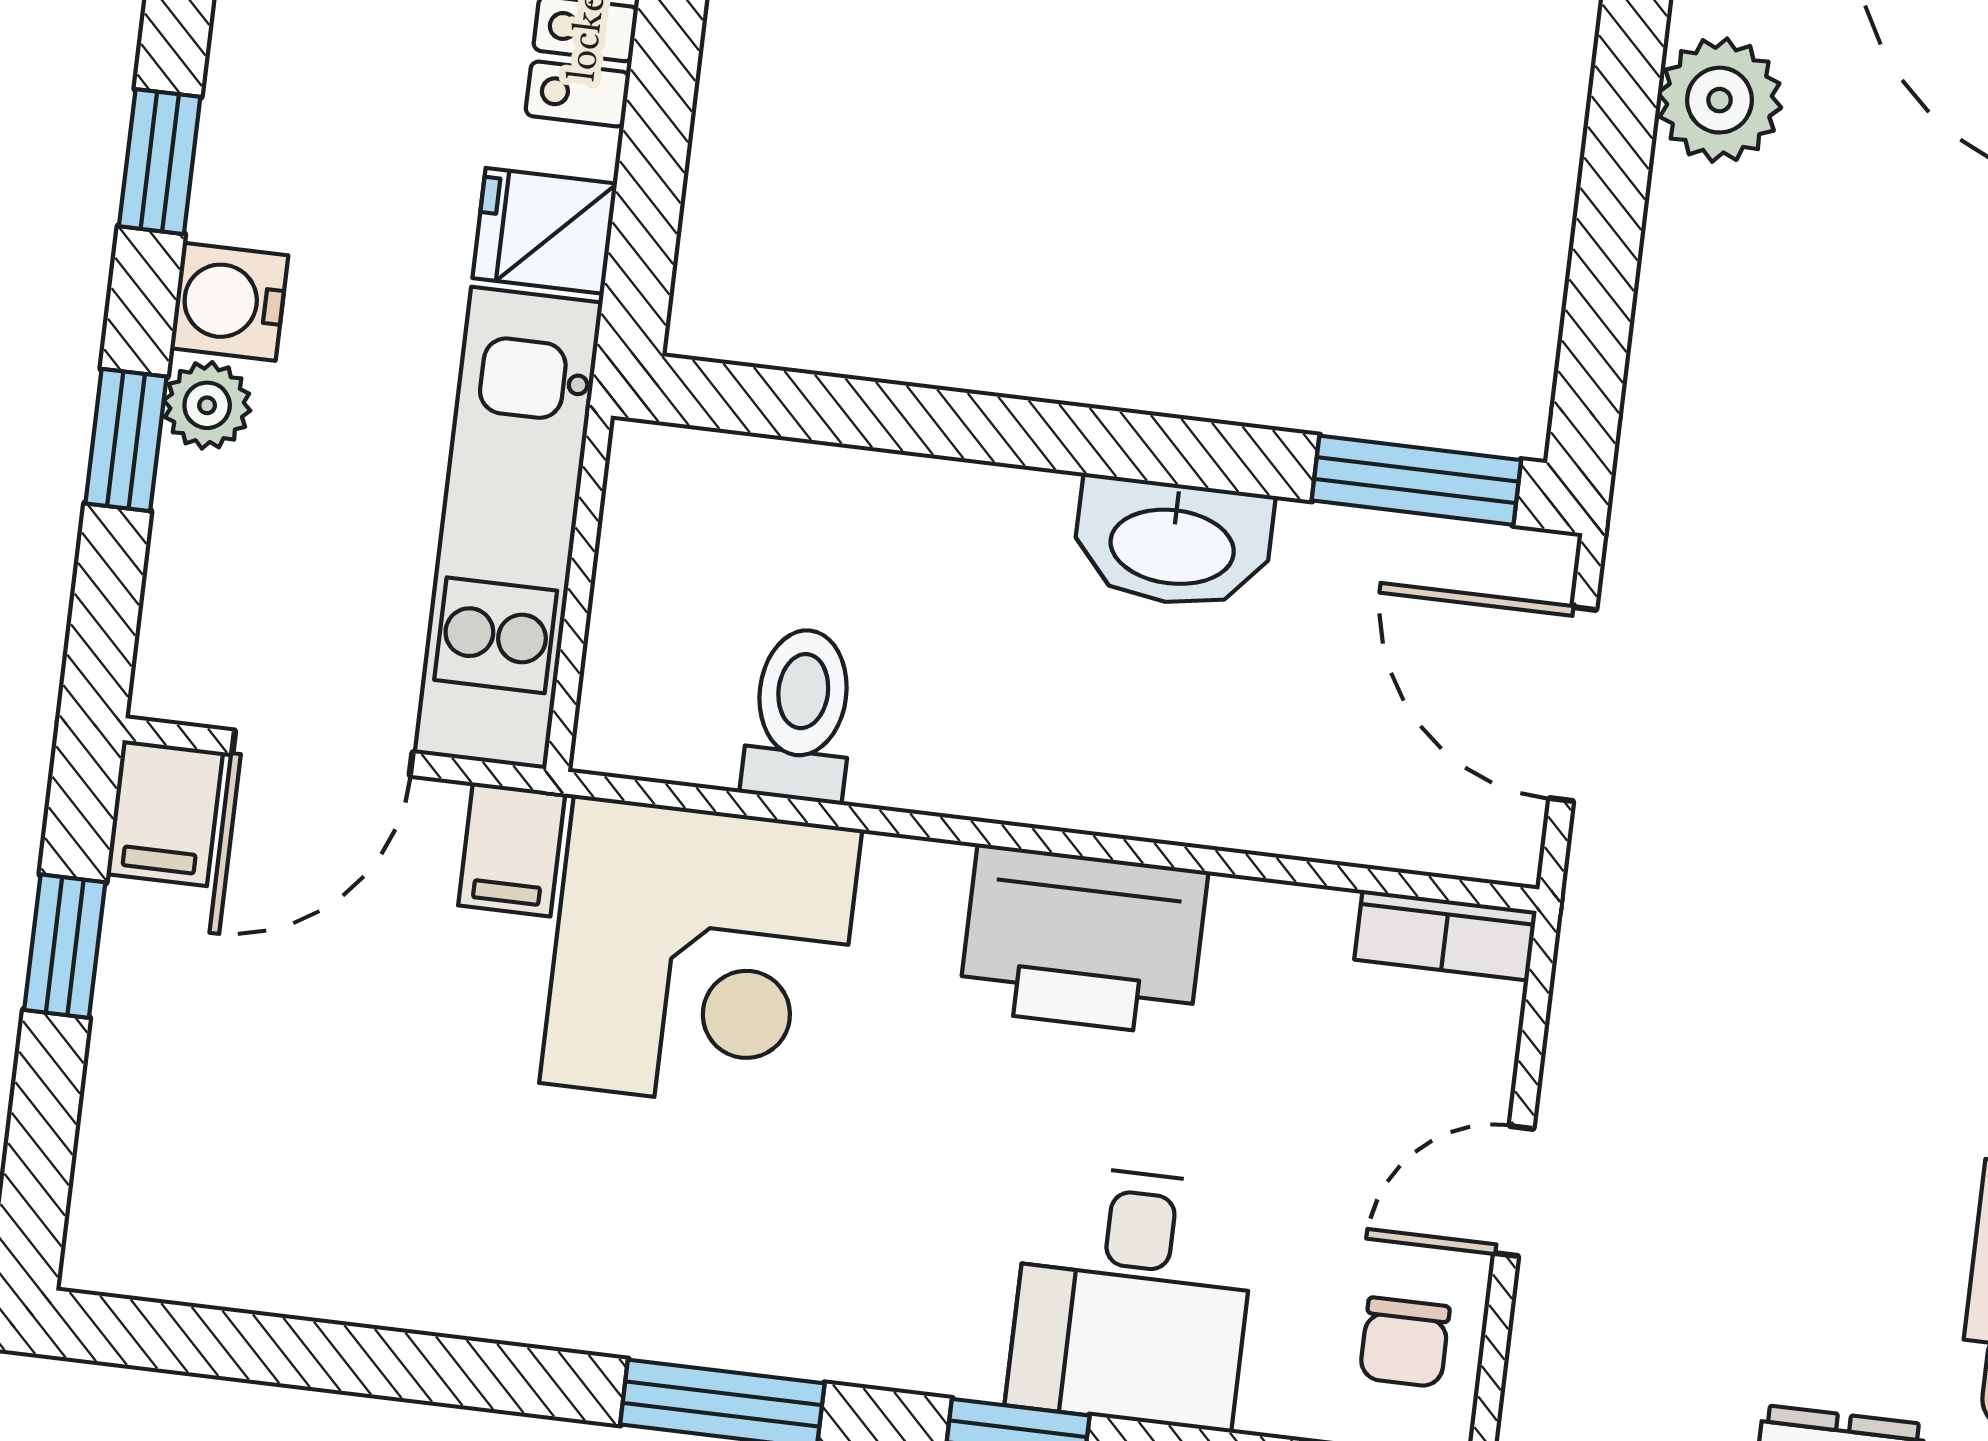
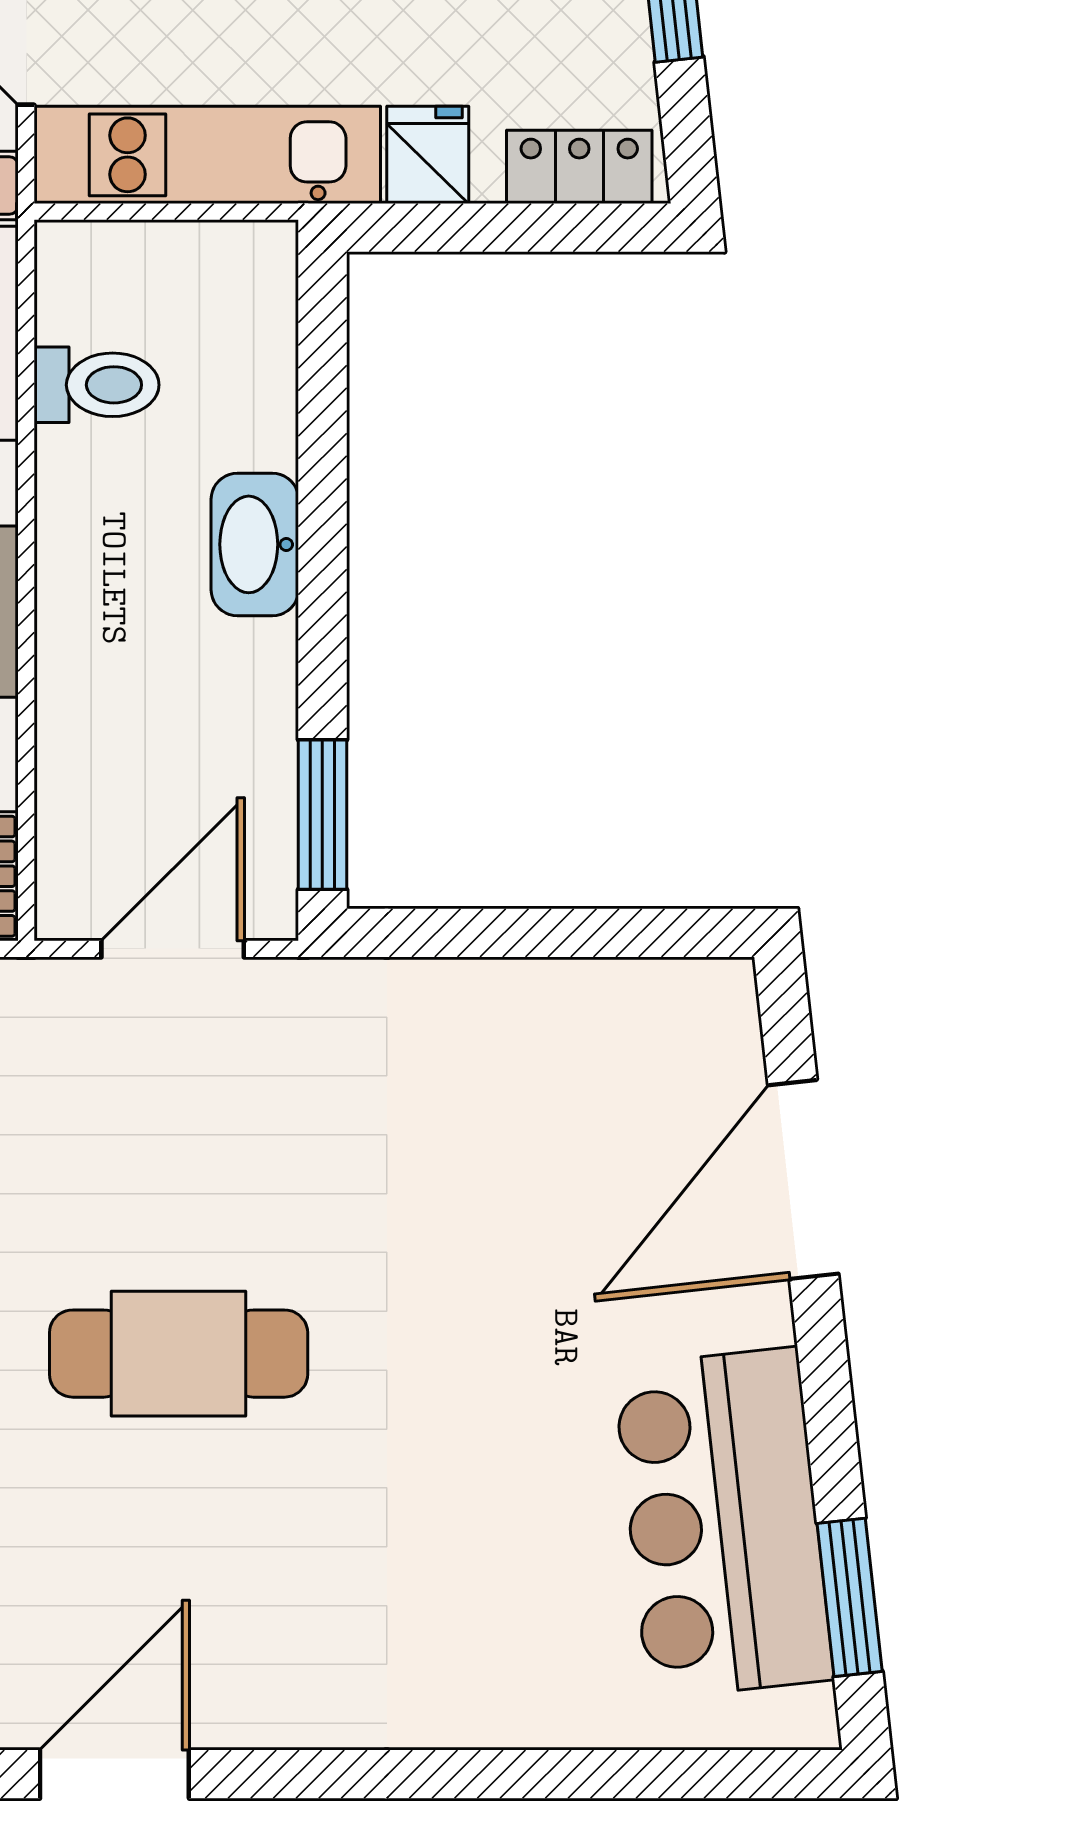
plant: (1720, 100) -> (627, 1003), removed
washbasin: (1173, 543) -> (255, 544), moved

